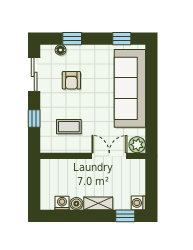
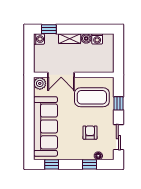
coffee table: (69, 127) -> (92, 97), width x1.86, depth x1.72

